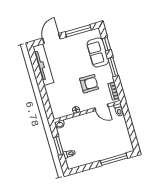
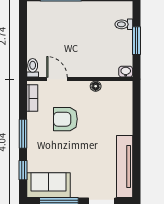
sofa: (98, 53) -> (48, 185), moved, turned -90

